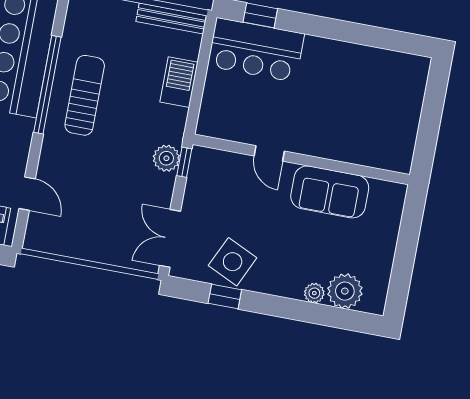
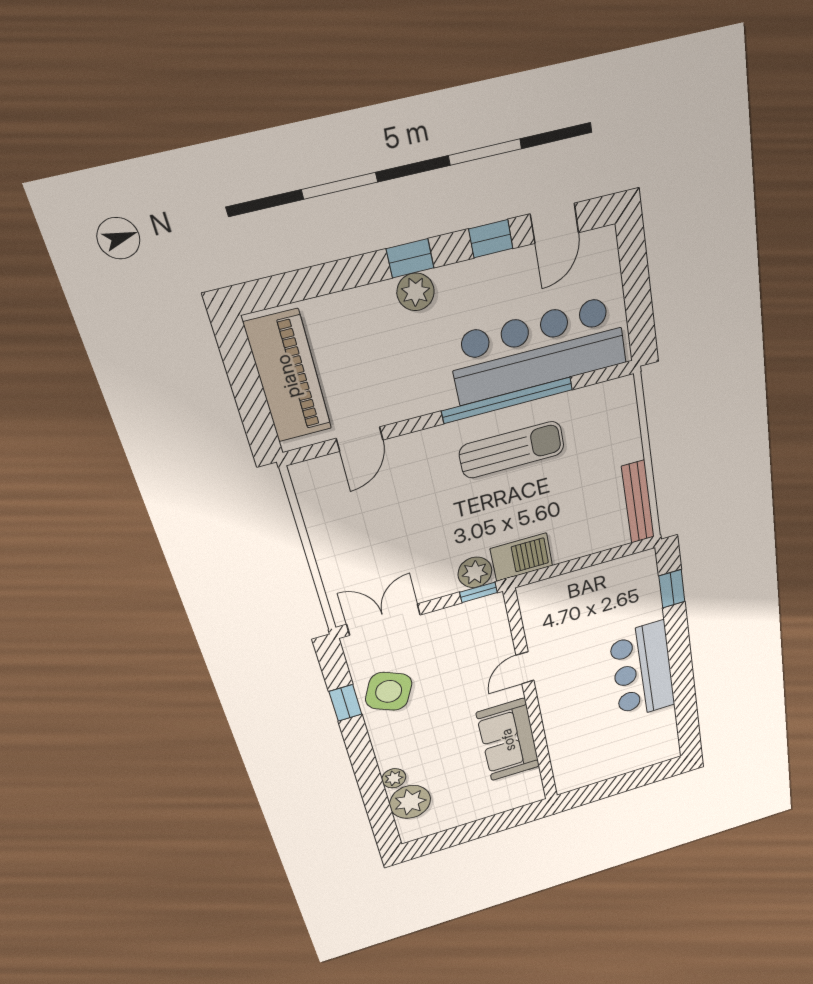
bar counter: (256, 50) -> (642, 671), moved
barbecue: (179, 82) -> (521, 557), moved

